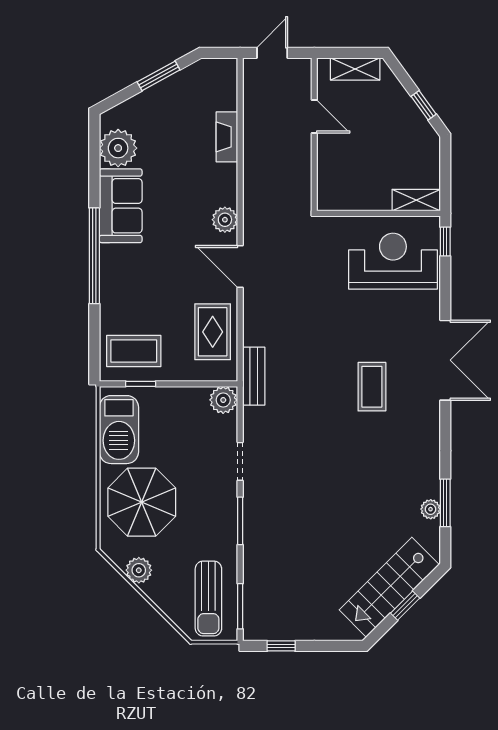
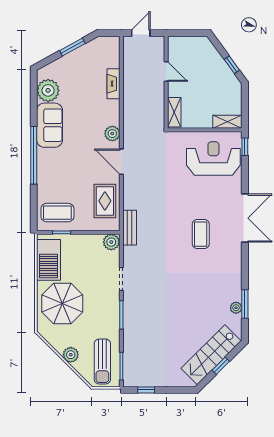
shelving: (355, 69) -> (174, 112), moved, turned 90
plant: (139, 570) -> (71, 355), moved

